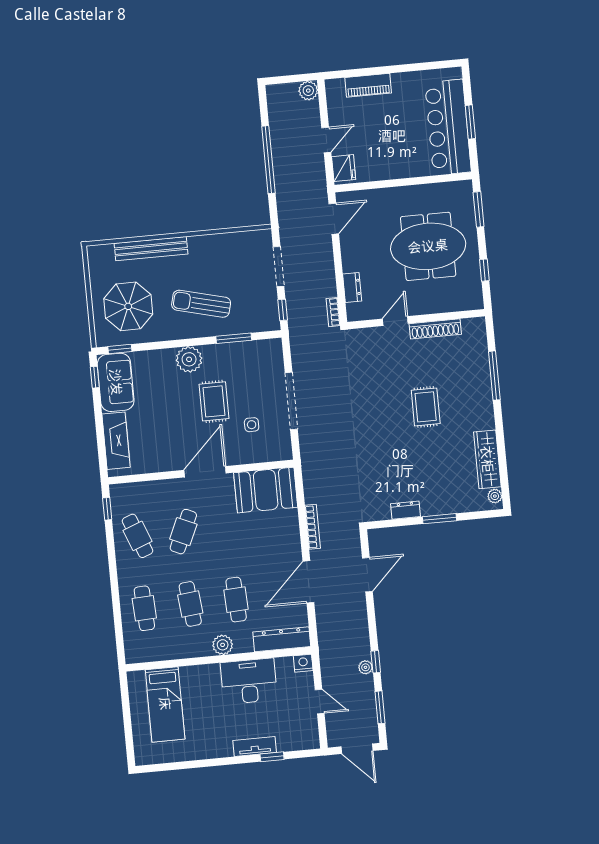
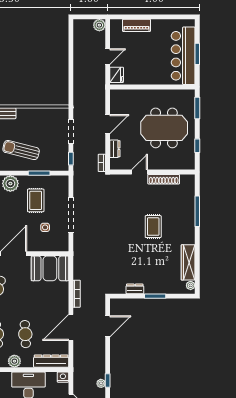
window: (268, 160) -> (71, 65), removed
door: (334, 219) -> (108, 124), moved
rug: (214, 401) -> (36, 200), moved

